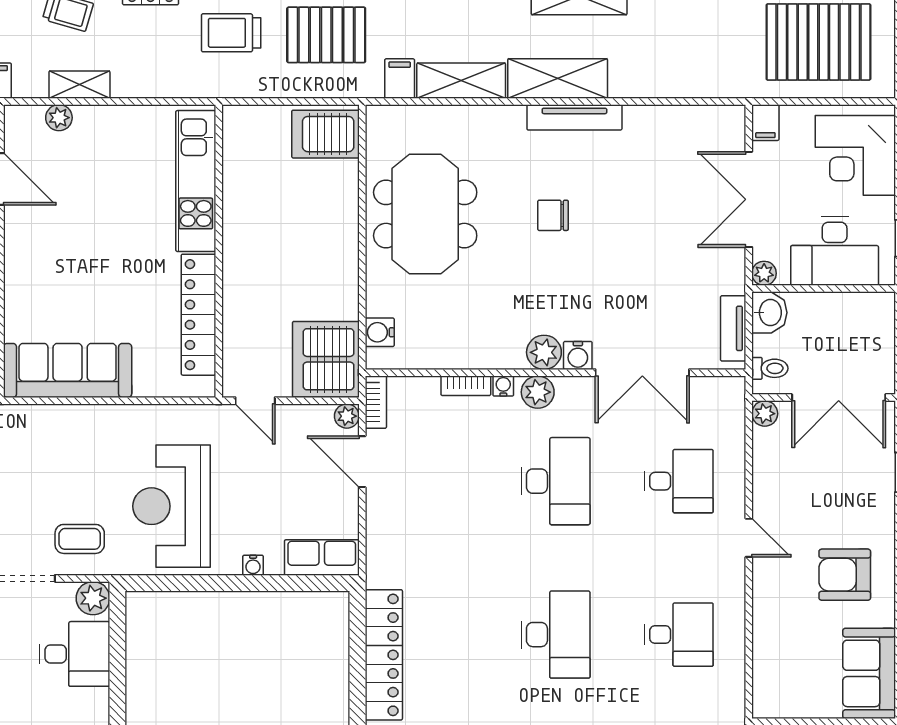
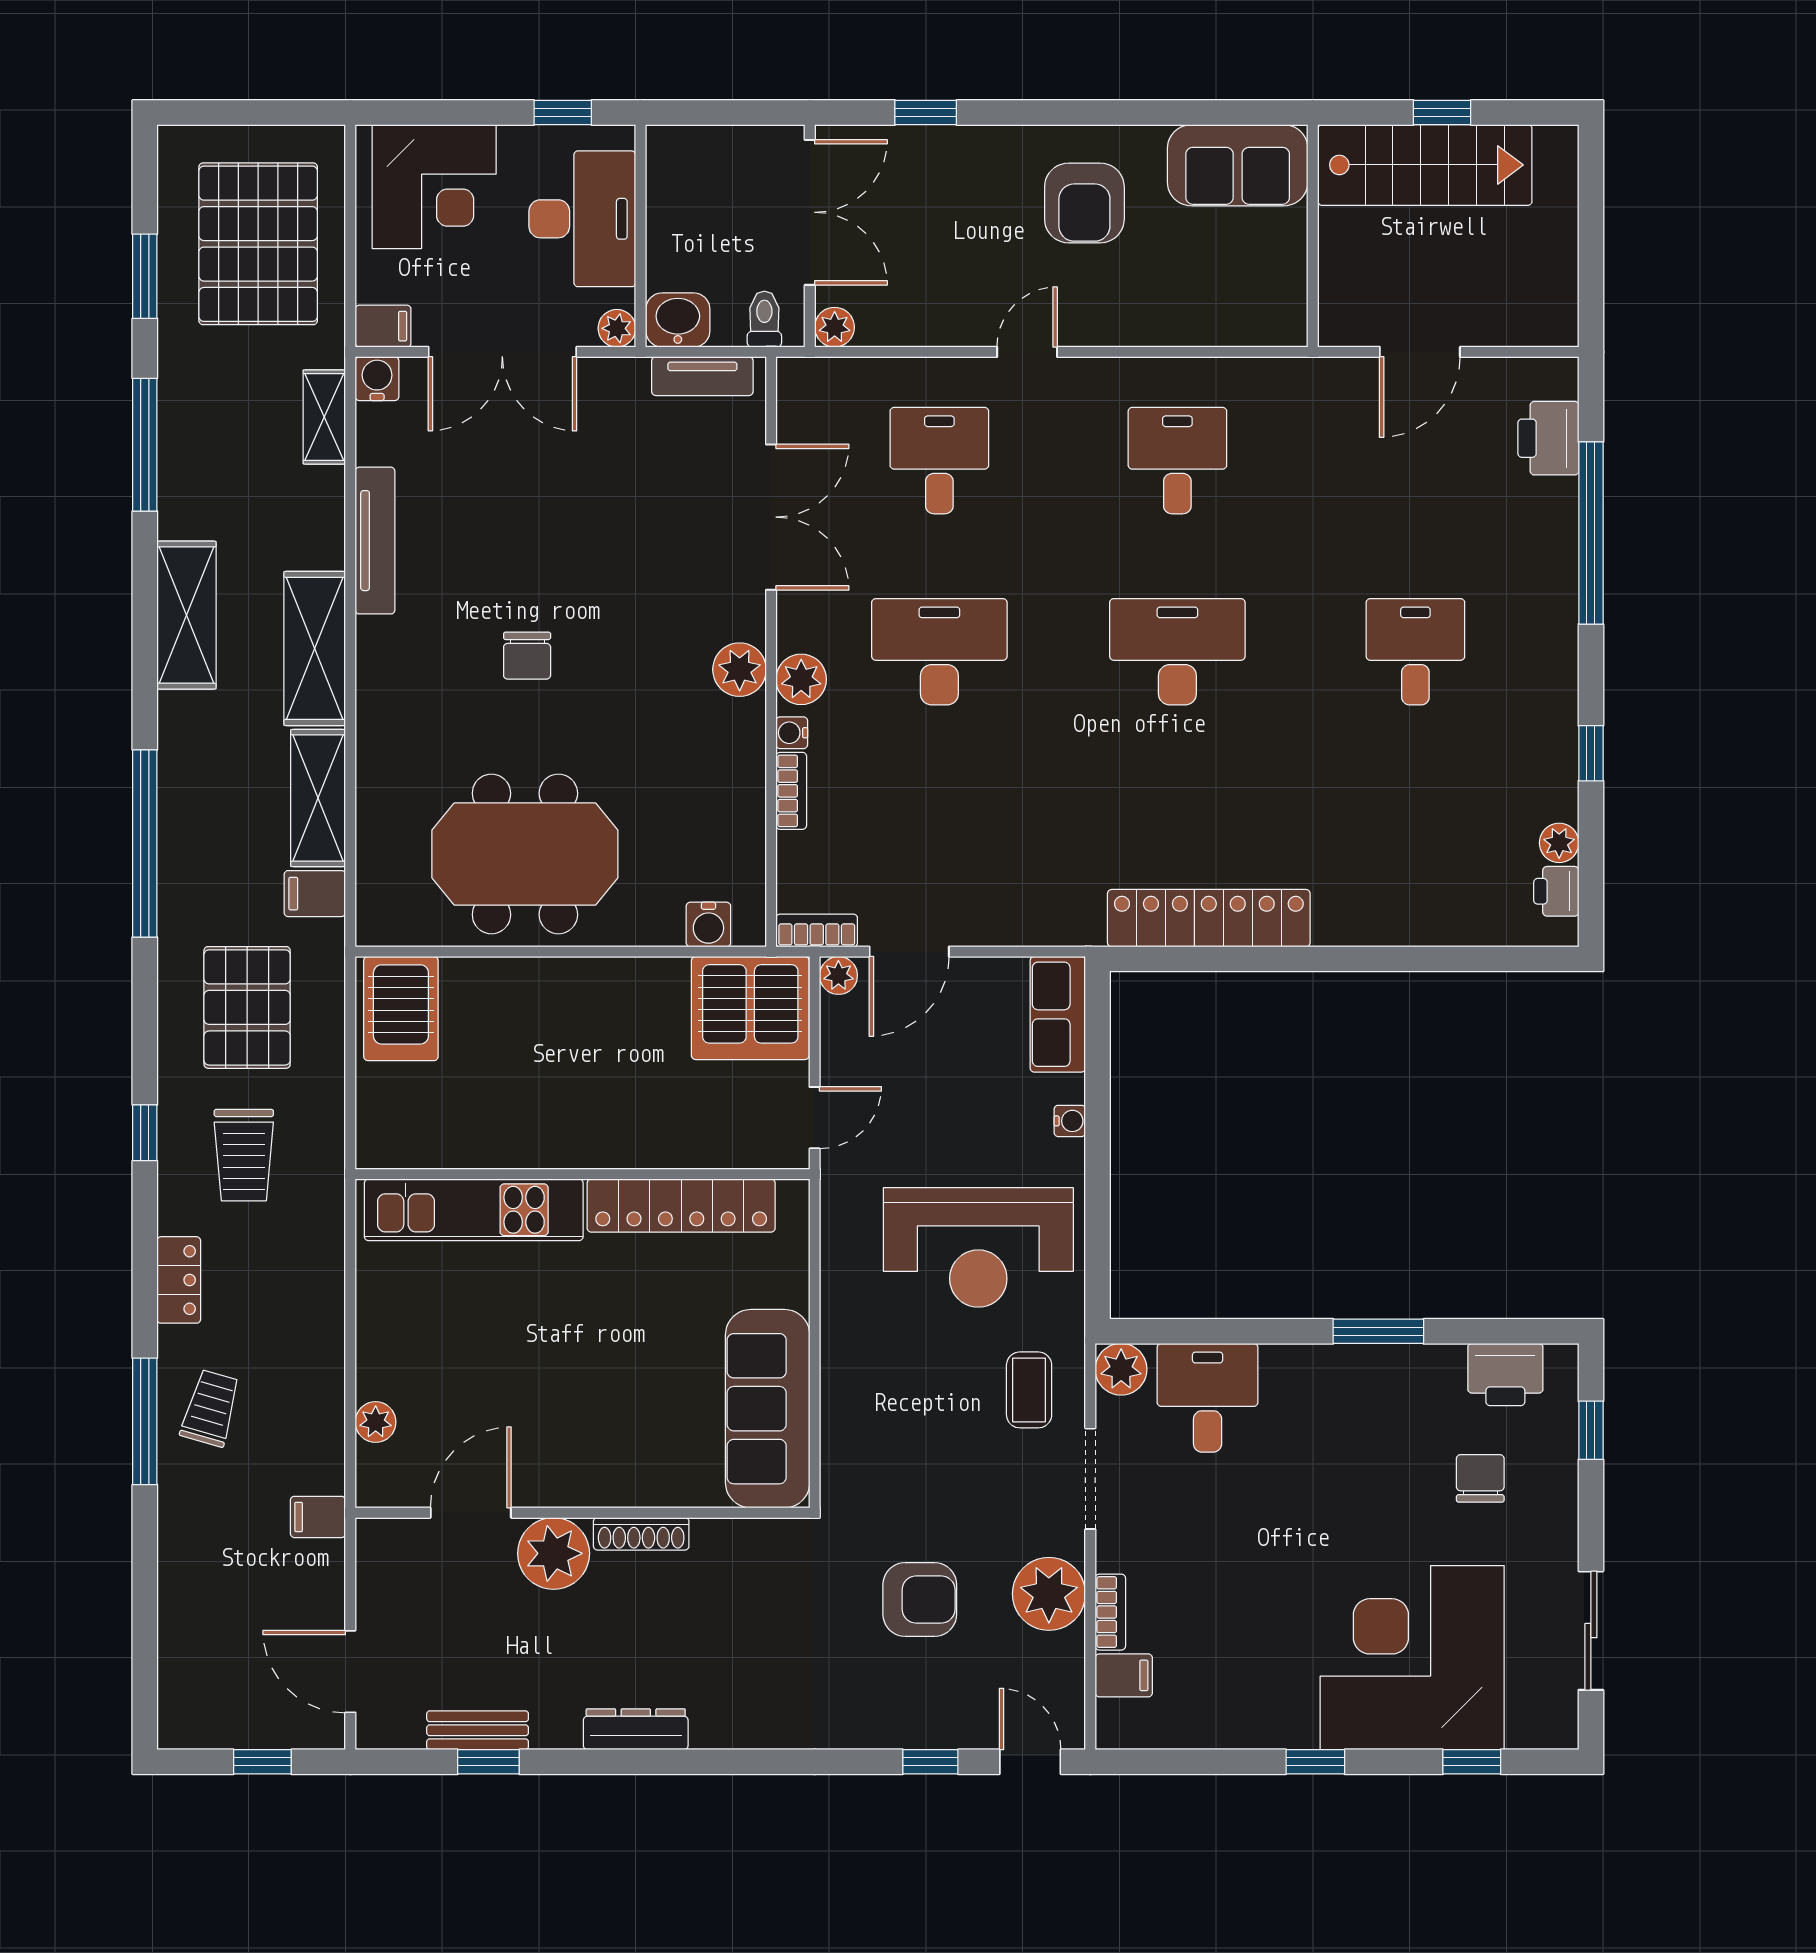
shelving: (79, 85) -> (324, 417), moved
tv unit: (574, 117) -> (375, 541), moved
water cooler: (578, 355) -> (377, 379), moved, turned -90

